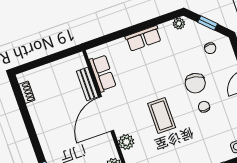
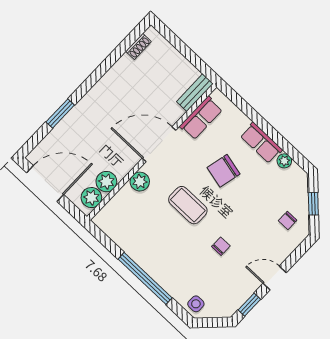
plant: (179, 23) -> (284, 161), moved
chair: (195, 83) -> (224, 171), moved
bench: (87, 84) -> (195, 93), moved
coffee table: (162, 115) -> (188, 205), turned 90

